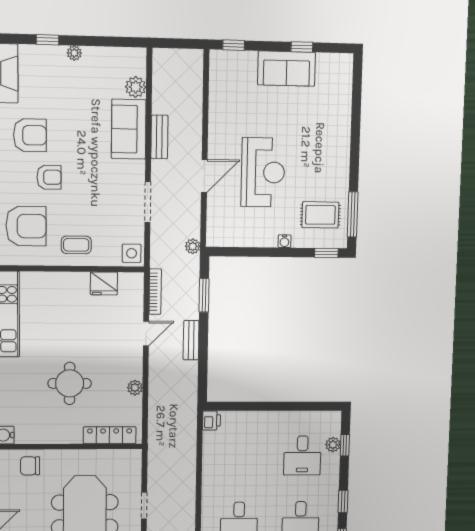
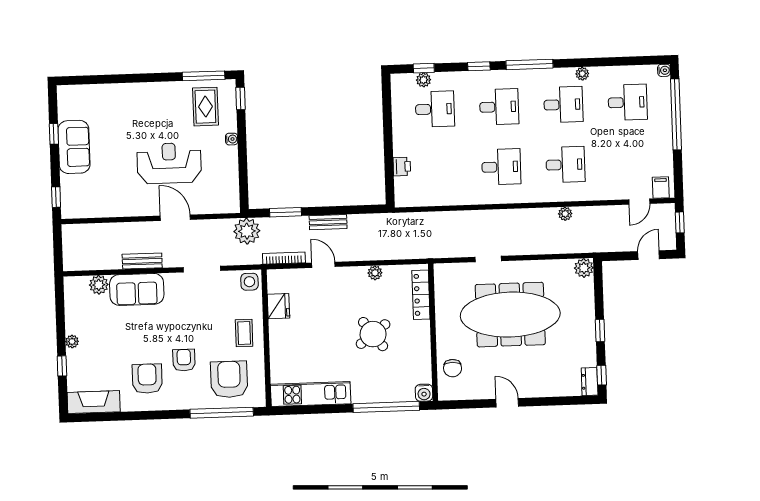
plant: (193, 246) -> (247, 231), width x1.87, depth x1.87
round table: (70, 383) -> (373, 334), turned -37
printer: (211, 420) -> (402, 167), moved, turned 90

